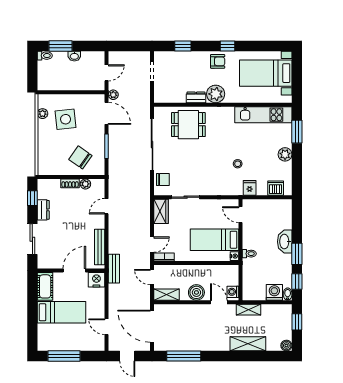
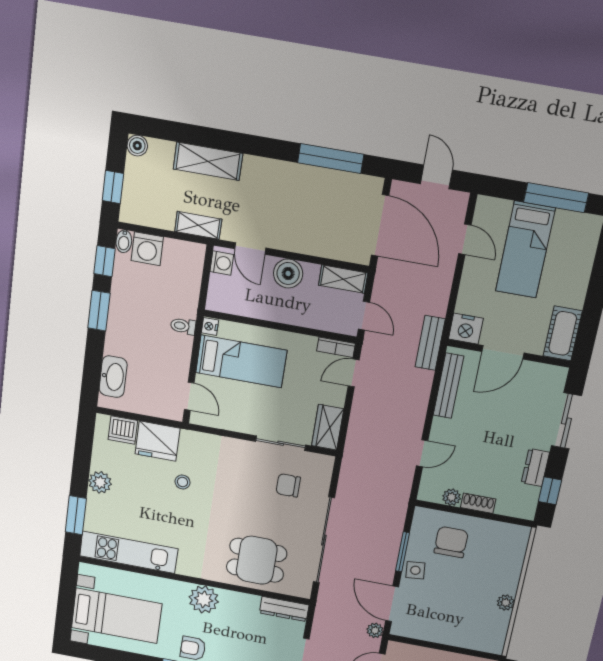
dresser: (196, 97) -> (284, 609), moved, width x1.44
plant: (43, 114) -> (506, 603), moved
side table: (66, 119) -> (415, 570), moved, width x0.54, depth x0.54
chair: (80, 157) -> (451, 542), turned -125
chair: (163, 180) -> (288, 485), moved
fridge: (250, 188) -> (158, 441), width x1.88, depth x1.34
washbasin: (285, 242) -> (113, 377), moved
bed: (62, 312) -> (525, 250), moved, turned -90

